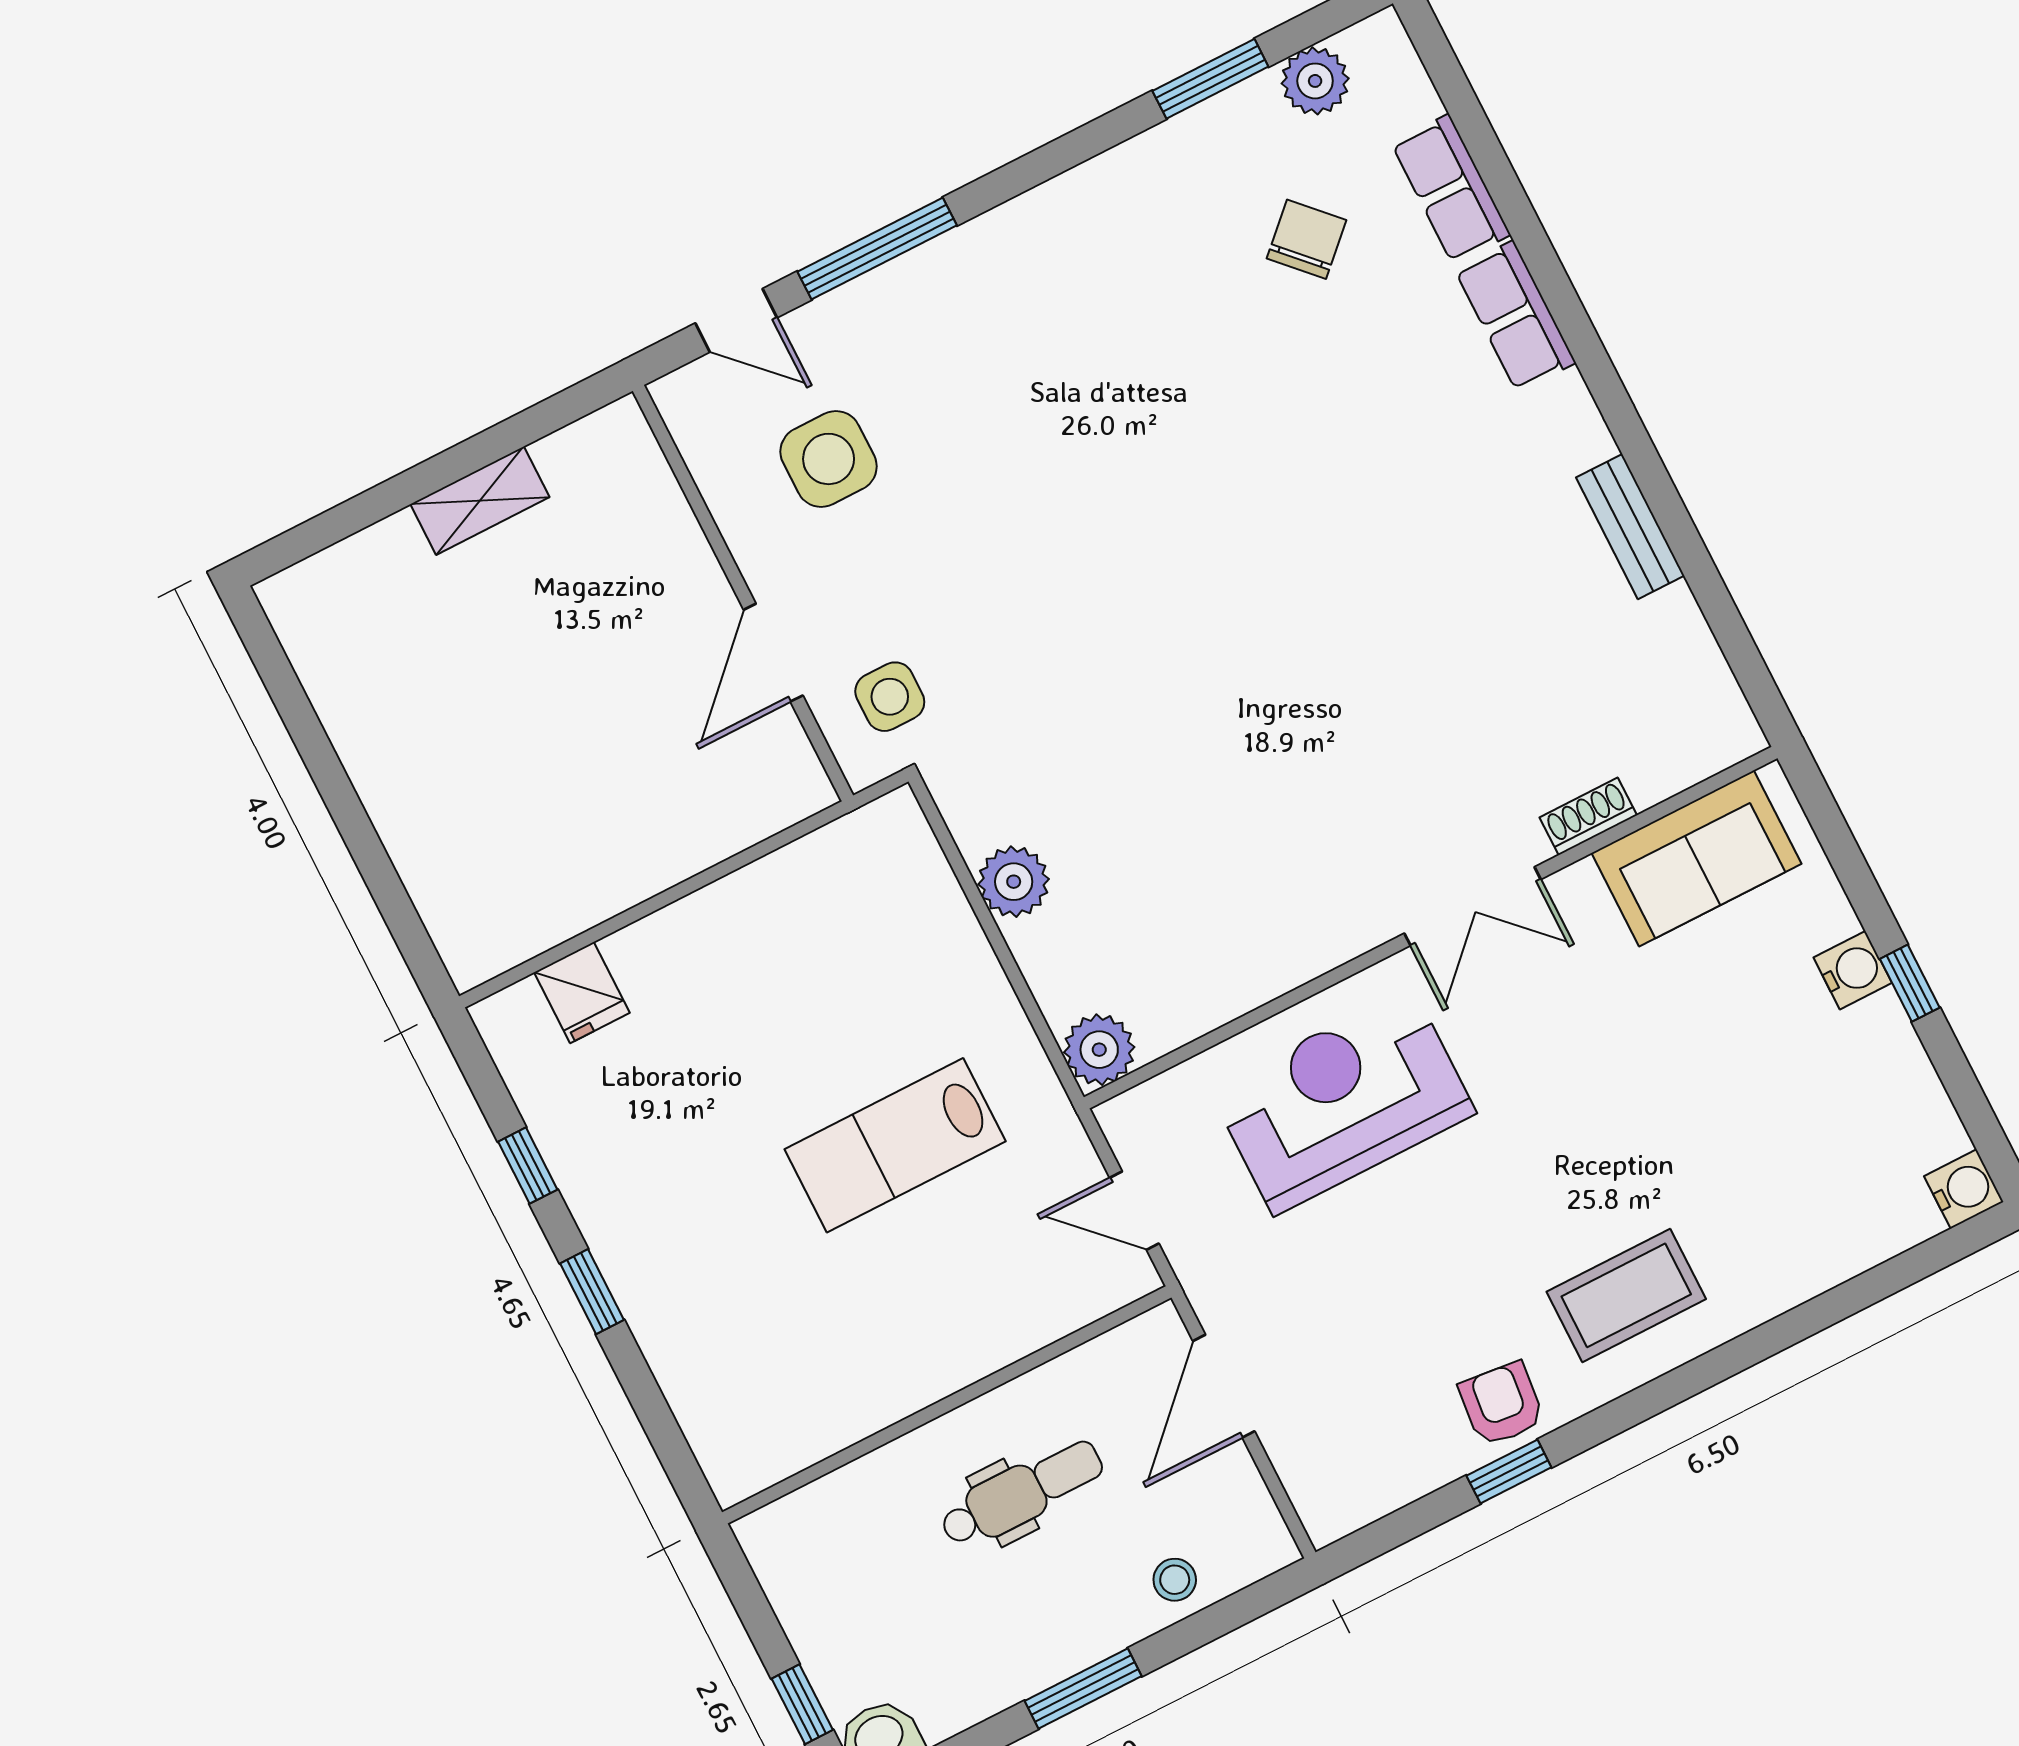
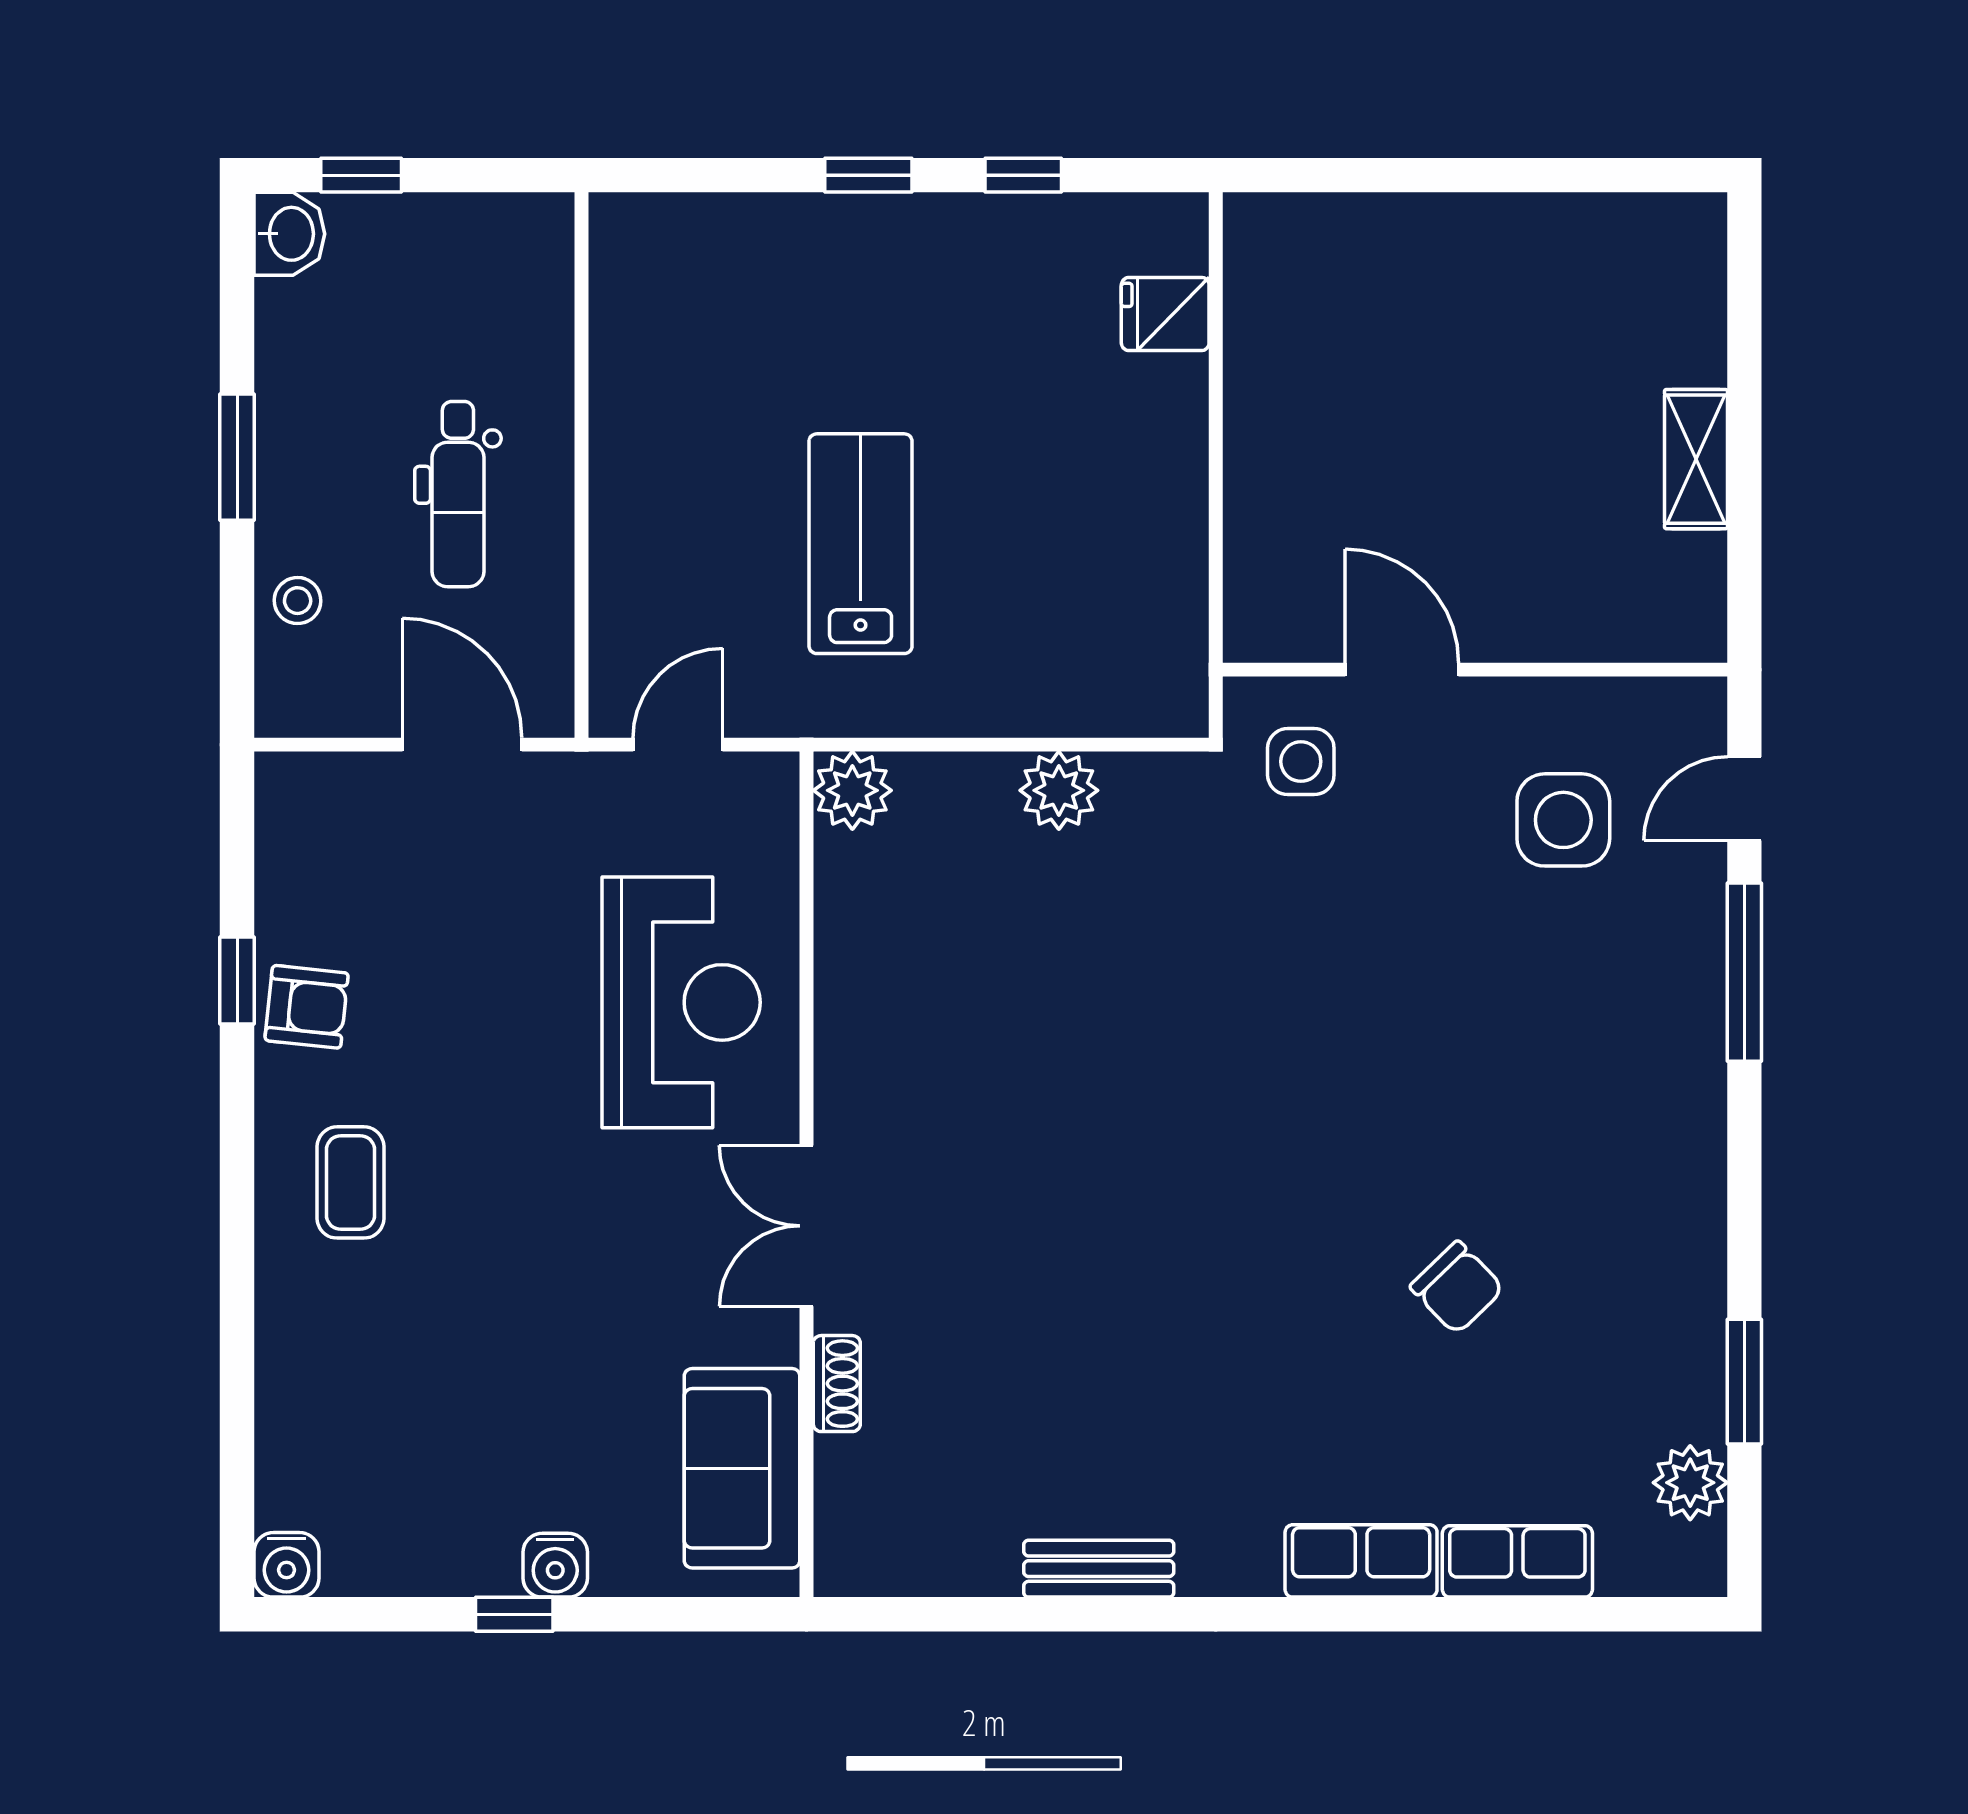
chair: (1307, 239) -> (1457, 1288), moved
coffee table: (1626, 1295) -> (351, 1182), width x0.73, depth x0.77

